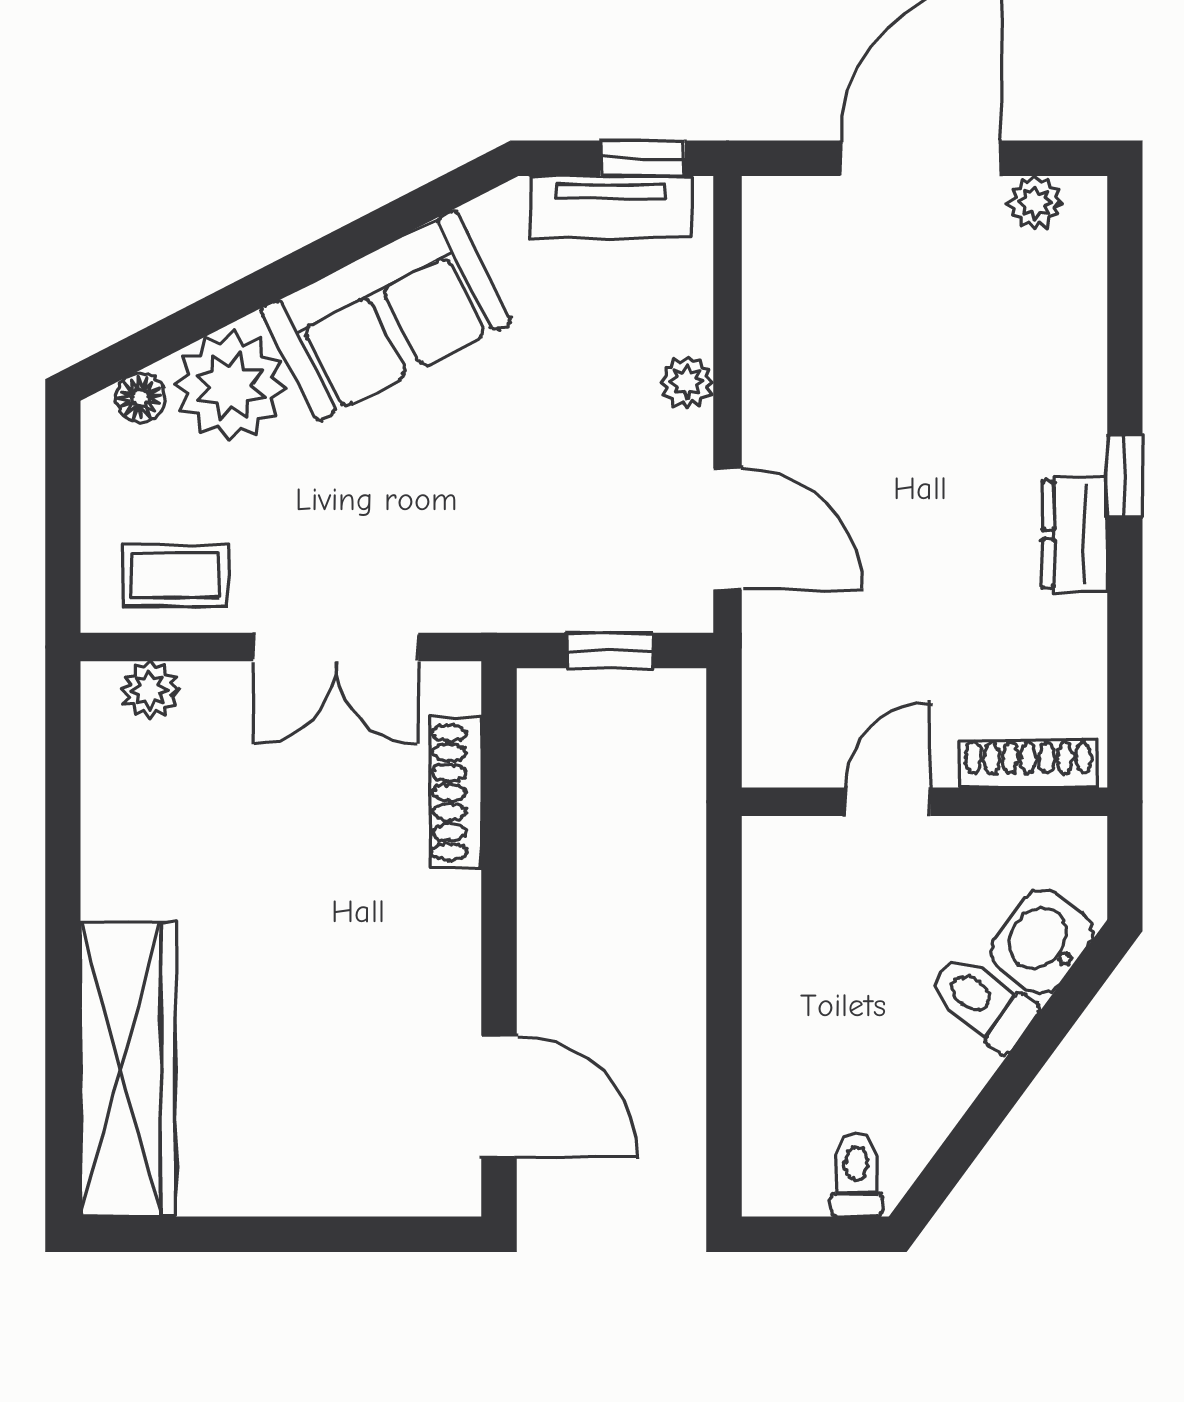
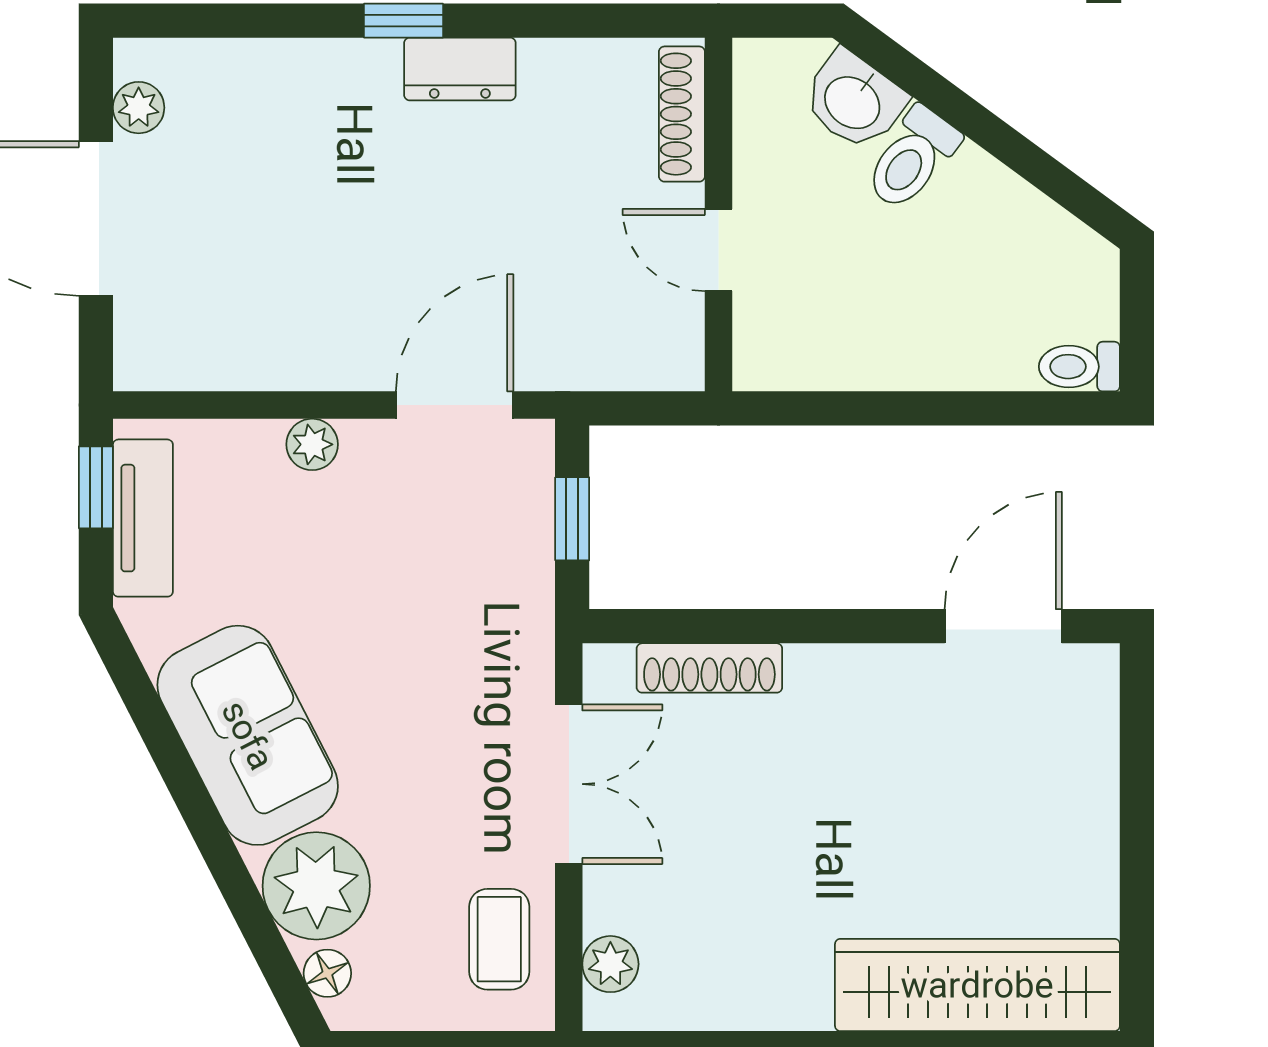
toilet: (856, 1175) -> (1079, 367), moved

